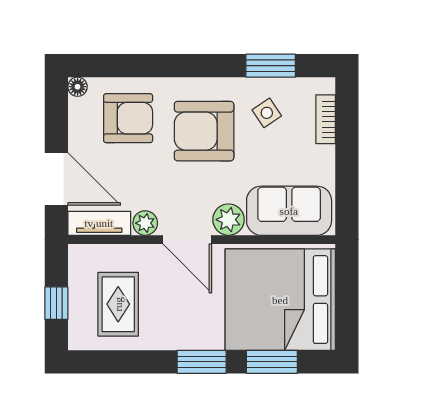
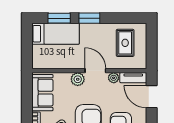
sofa: (289, 211) -> (42, 93), moved, turned -90
bed: (280, 300) -> (55, 34), width x0.49
window: (56, 303) -> (152, 43), removed

